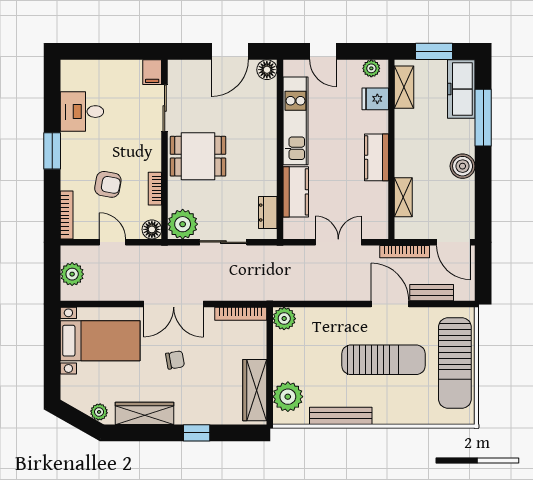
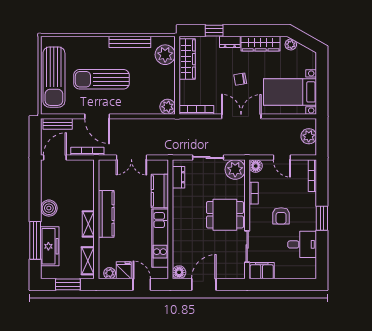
filing cabinet: (152, 72) -> (262, 271), width x2.00
freezer: (461, 89) -> (50, 246), moved
fridge: (375, 99) -> (124, 270), moved, turned -90
kitchen counter: (376, 157) -> (106, 214), width x1.50
armchair: (108, 184) -> (281, 216), moved, turned -100
shelving: (403, 197) -> (88, 224), moved
door: (454, 242) -> (55, 157), hinge flipped
bench: (432, 293) -> (58, 124), moved
sun lounger: (455, 363) -> (54, 77), turned 180
dresser: (191, 416) -> (230, 42), added
window: (197, 433) -> (214, 31), moved

